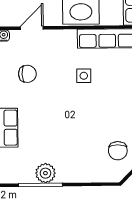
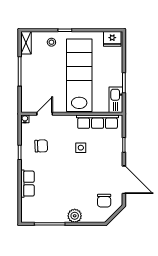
plant: (45, 173) -> (75, 216), moved

